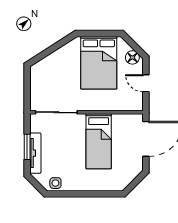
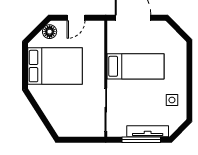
window: (27, 147) -> (141, 140), width x1.44
side table: (55, 183) -> (172, 100), moved

